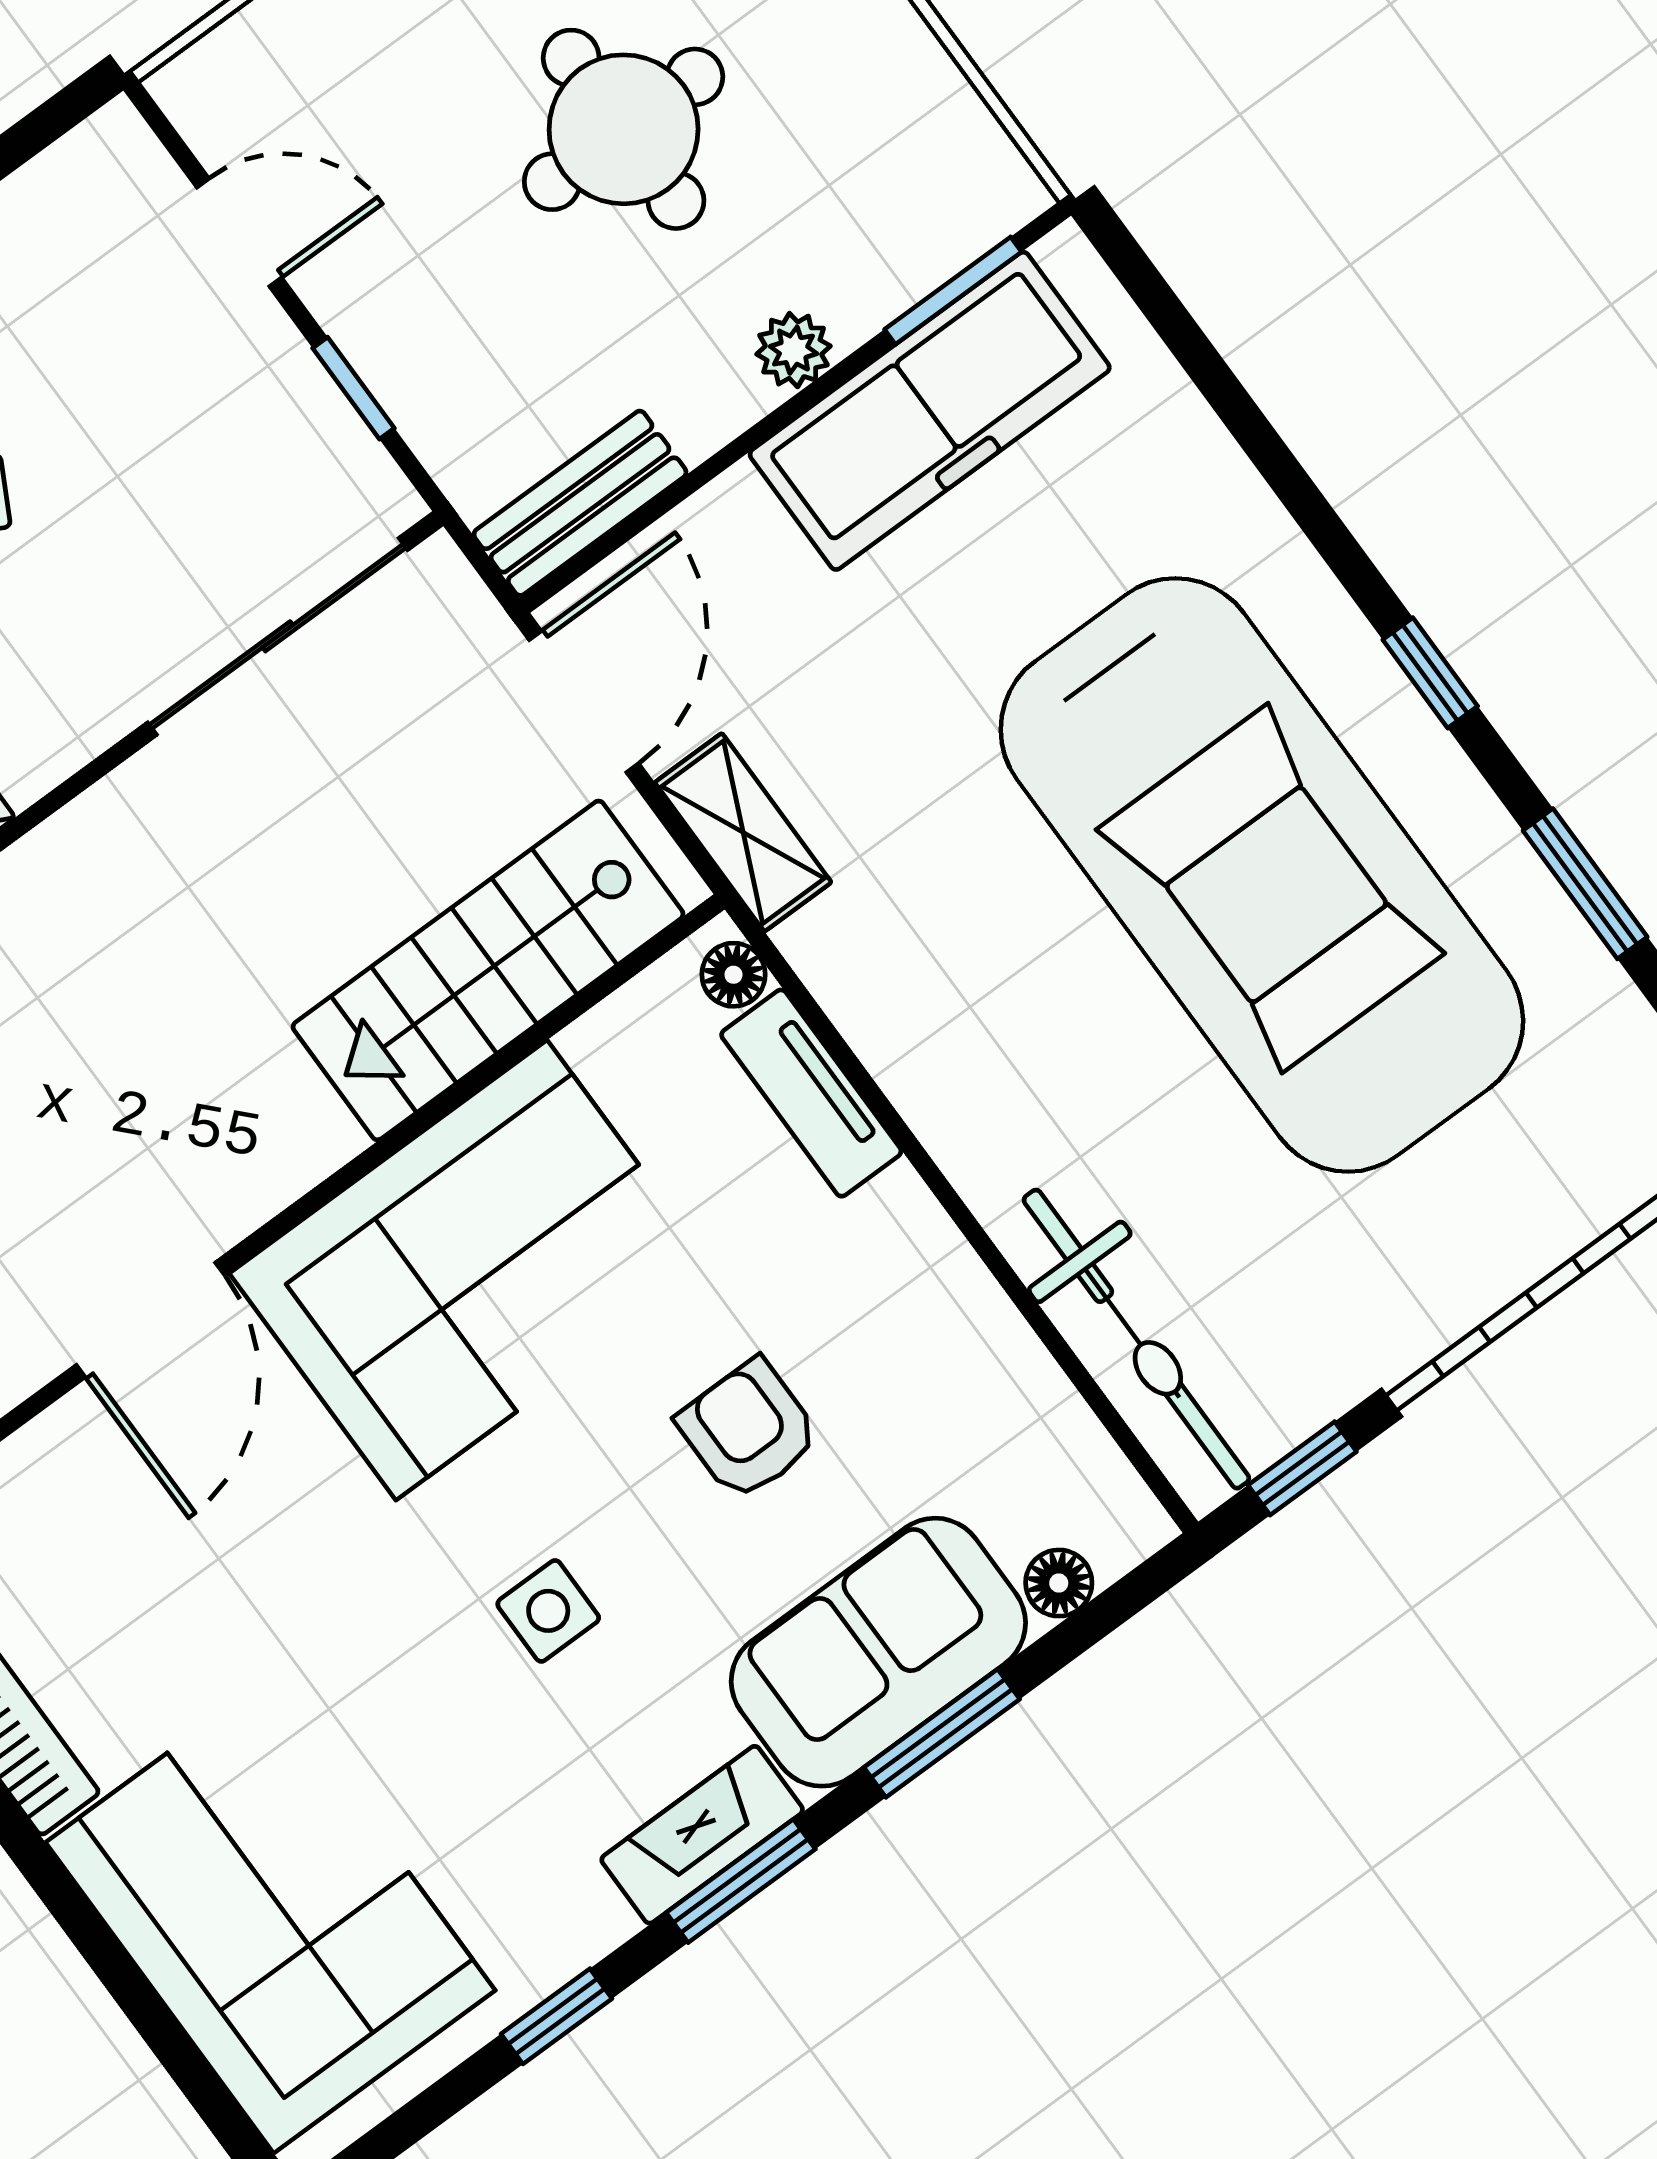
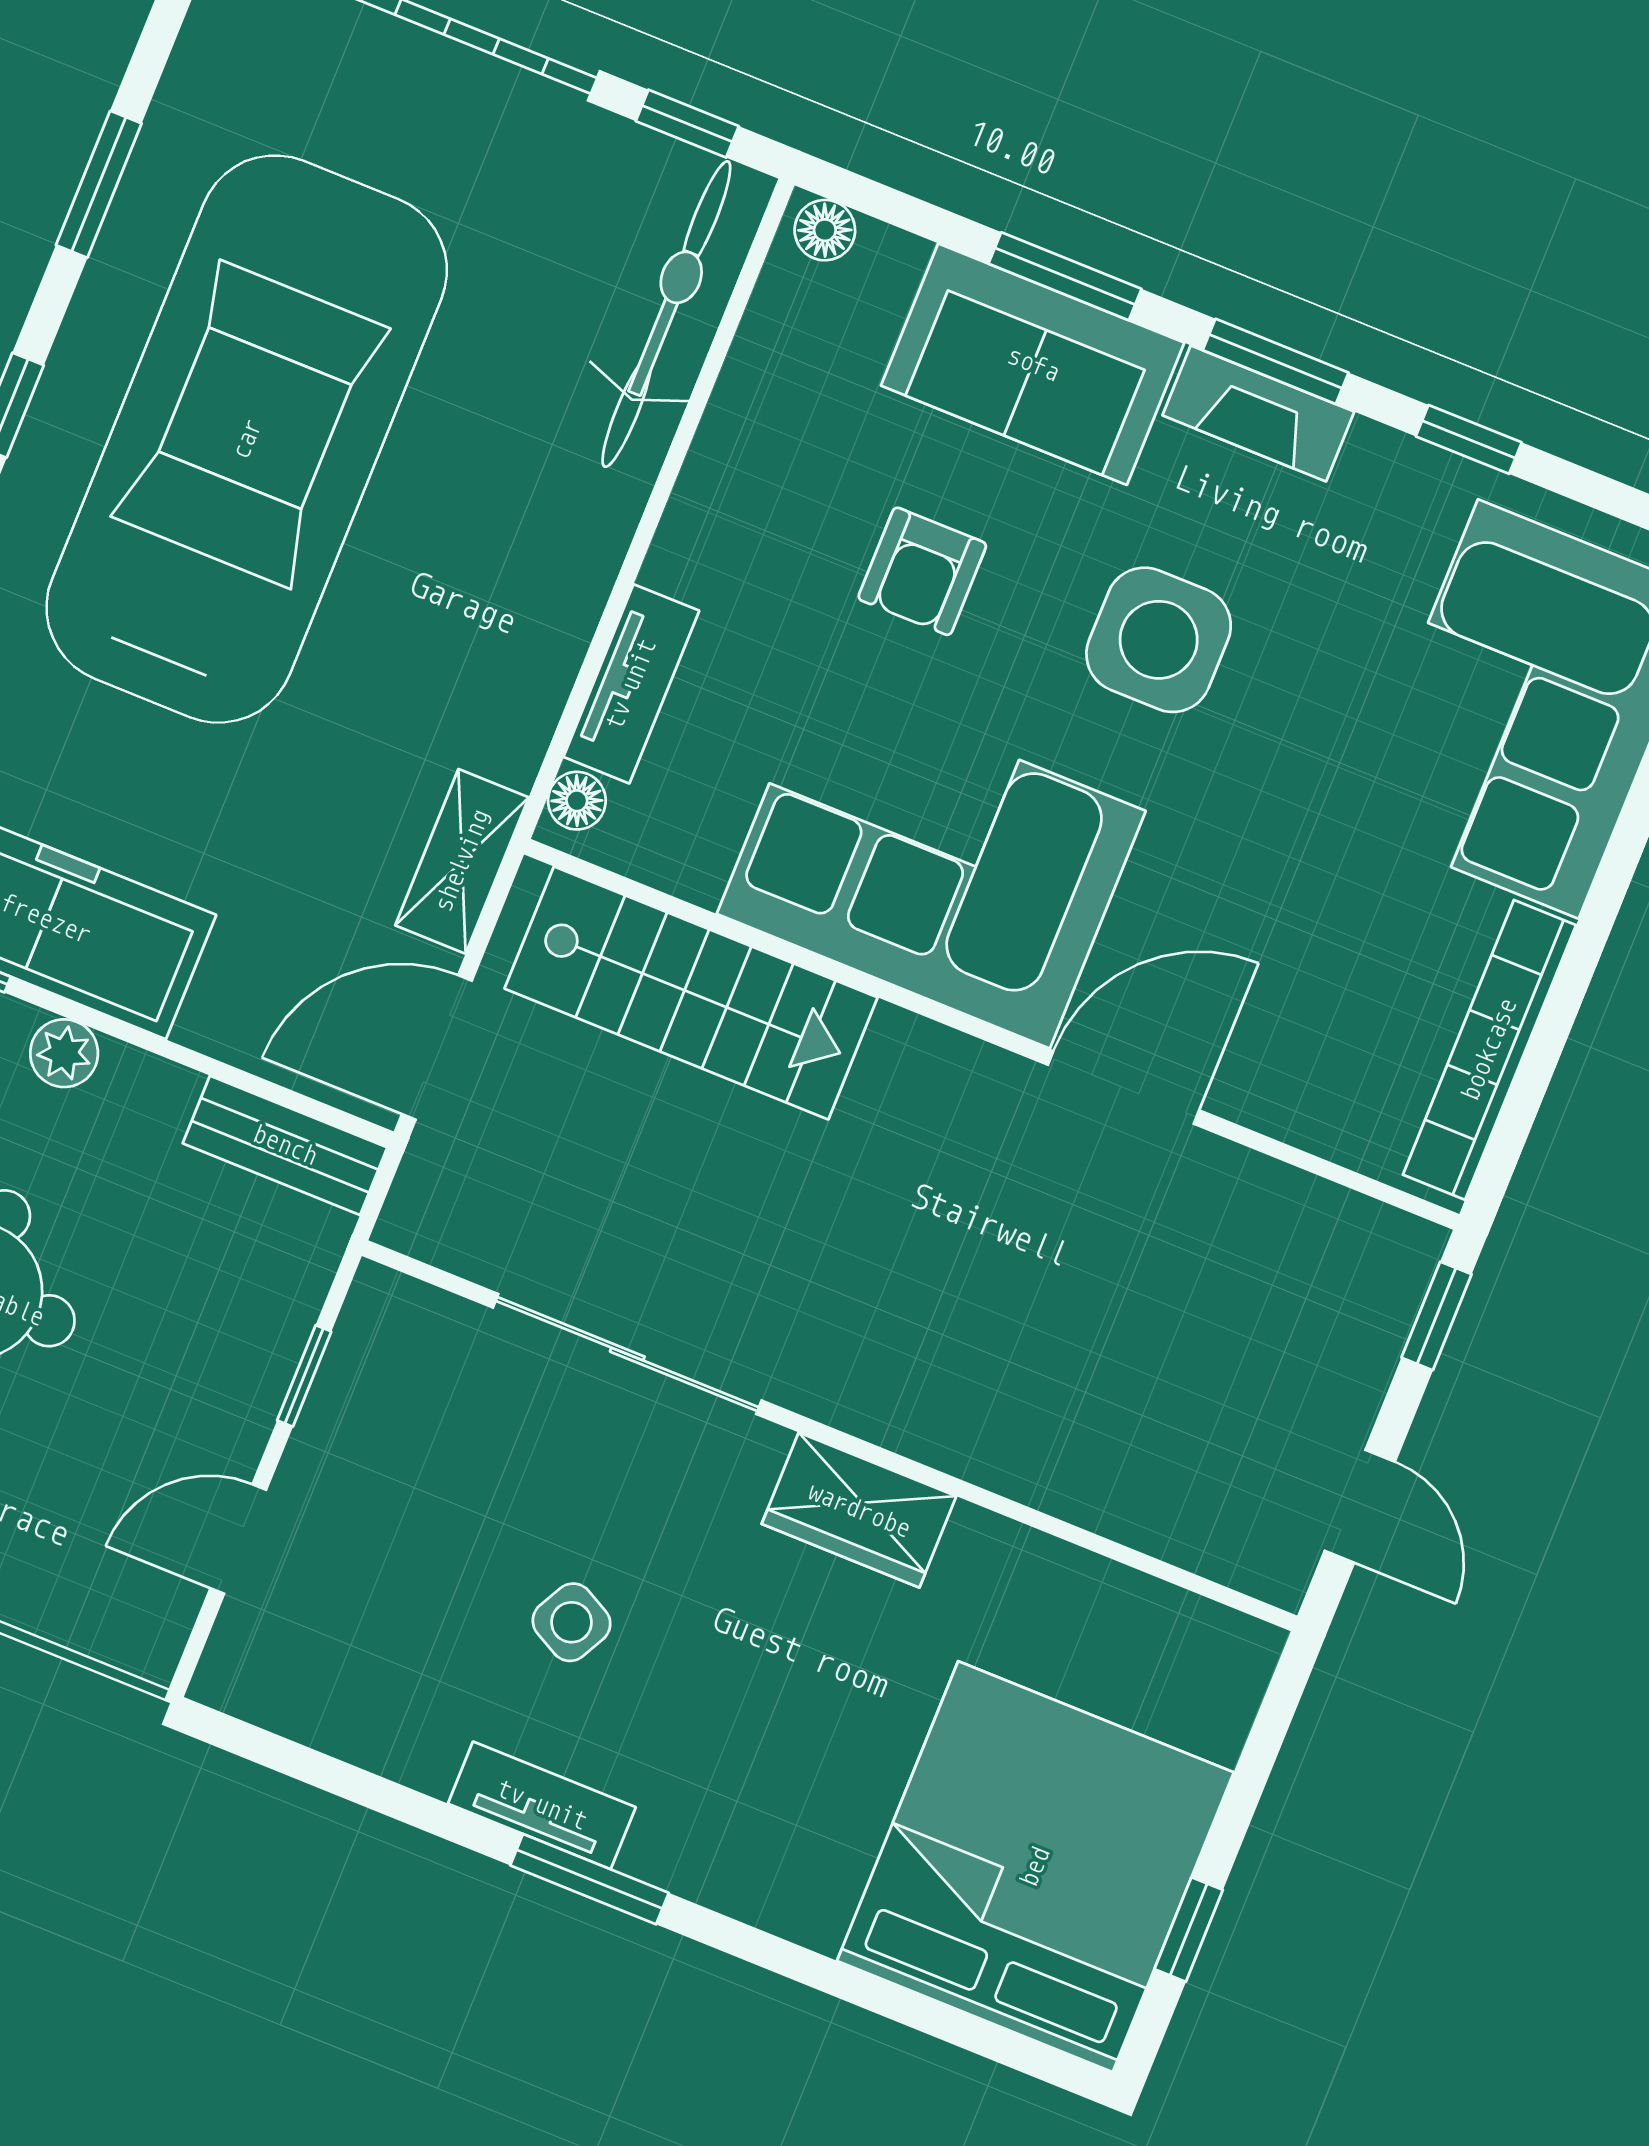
door: (239, 233) -> (238, 1539), hinge flipped
sliding door: (278, 636) -> (627, 1354), moved
floor lamp: (1059, 1583) -> (825, 230), moved
side table: (548, 1611) -> (1159, 640), width x1.87, depth x1.87

